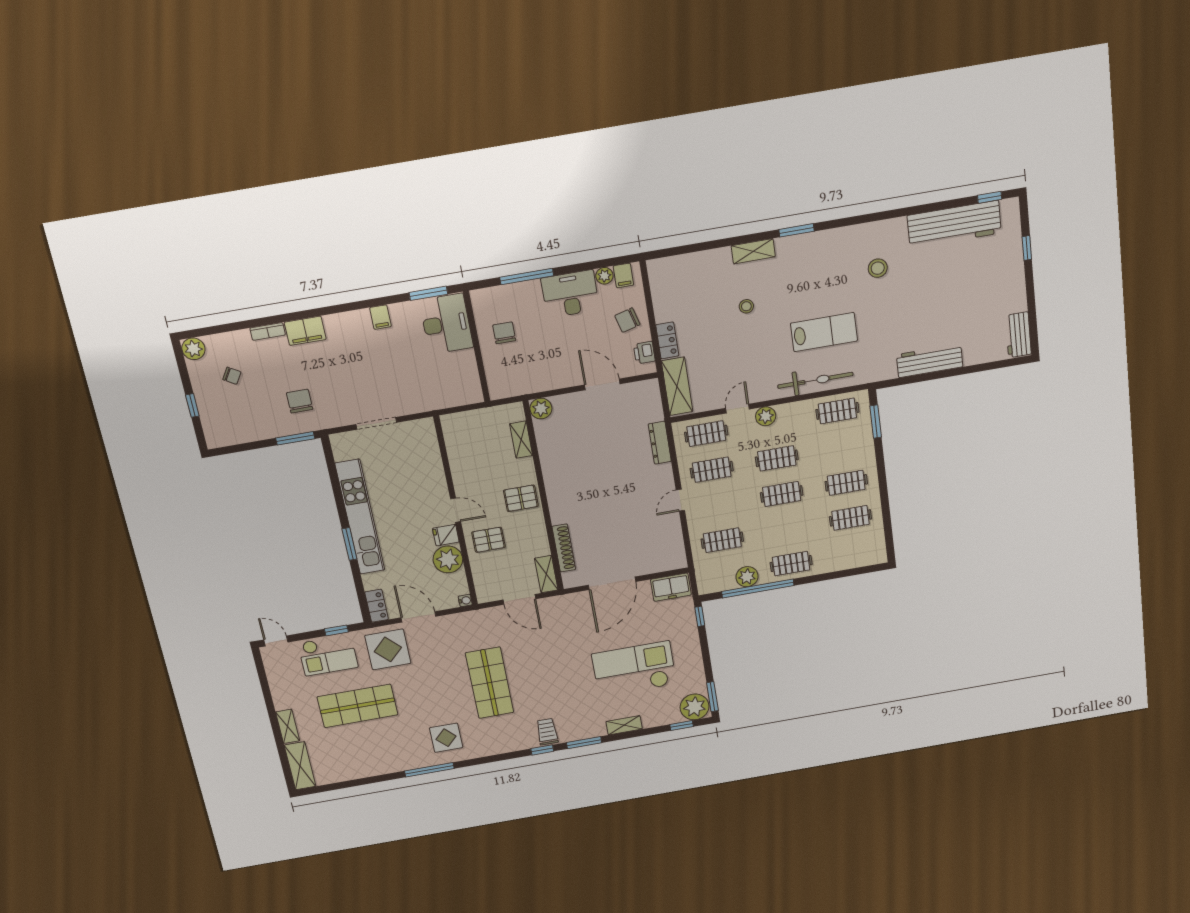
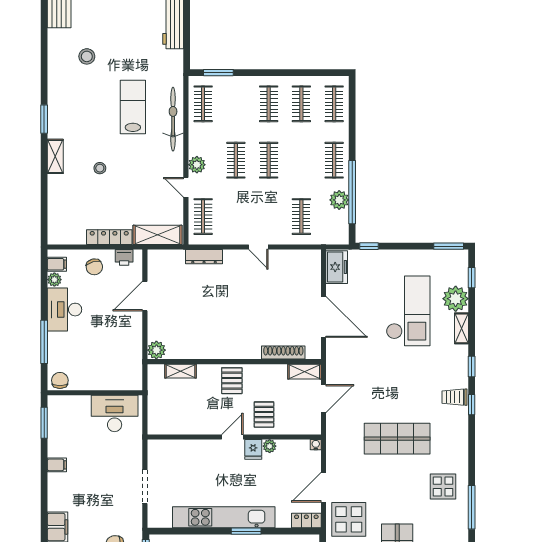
desk: (446, 324) -> (115, 413), moved
chair: (504, 333) -> (60, 380), moved, turned 90
locker: (667, 340) -> (109, 237), width x1.53
clothes rail: (712, 470) -> (334, 104), moved
plant: (448, 559) -> (270, 446), width x0.53, depth x0.53
checkout: (634, 669) -> (408, 311), turned 180
plant: (695, 707) -> (456, 299), moved
window: (584, 743) -> (472, 367), width x0.67

